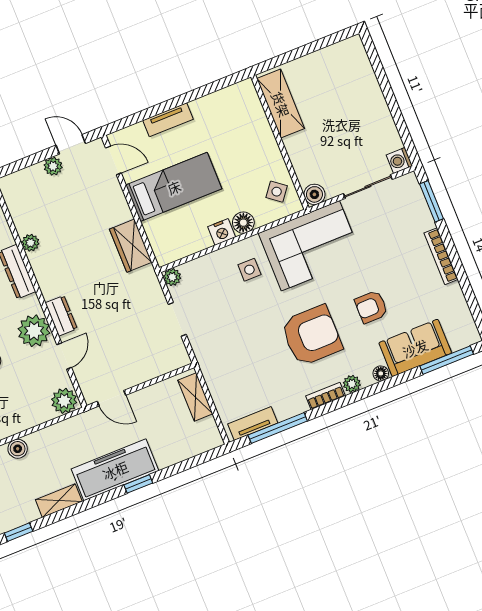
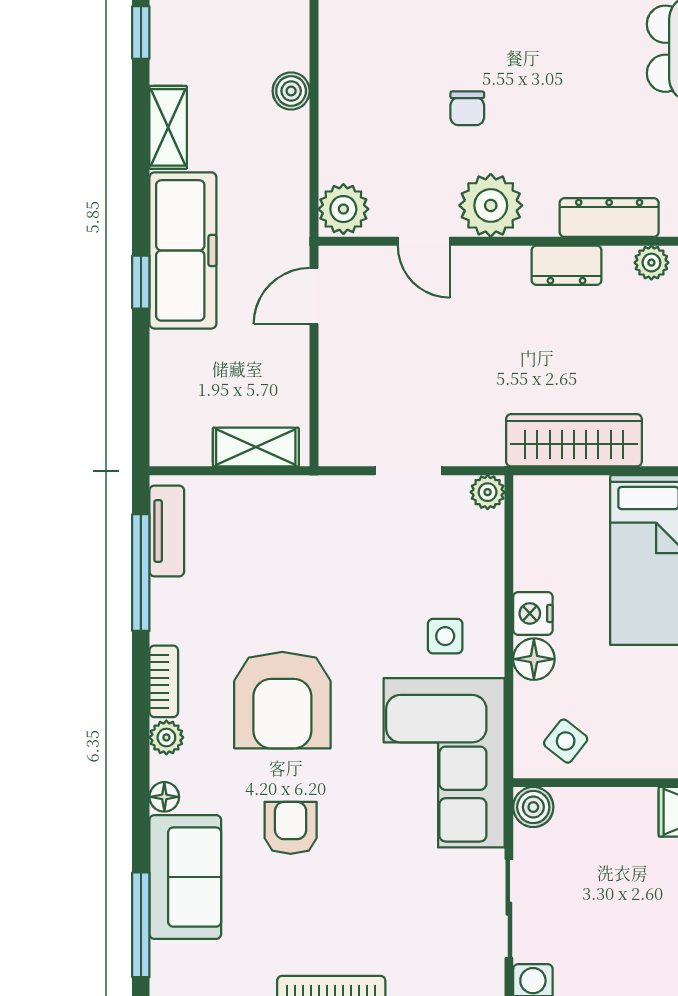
wardrobe: (131, 246) -> (574, 440), width x1.50
dresser: (61, 316) -> (567, 265), moved

